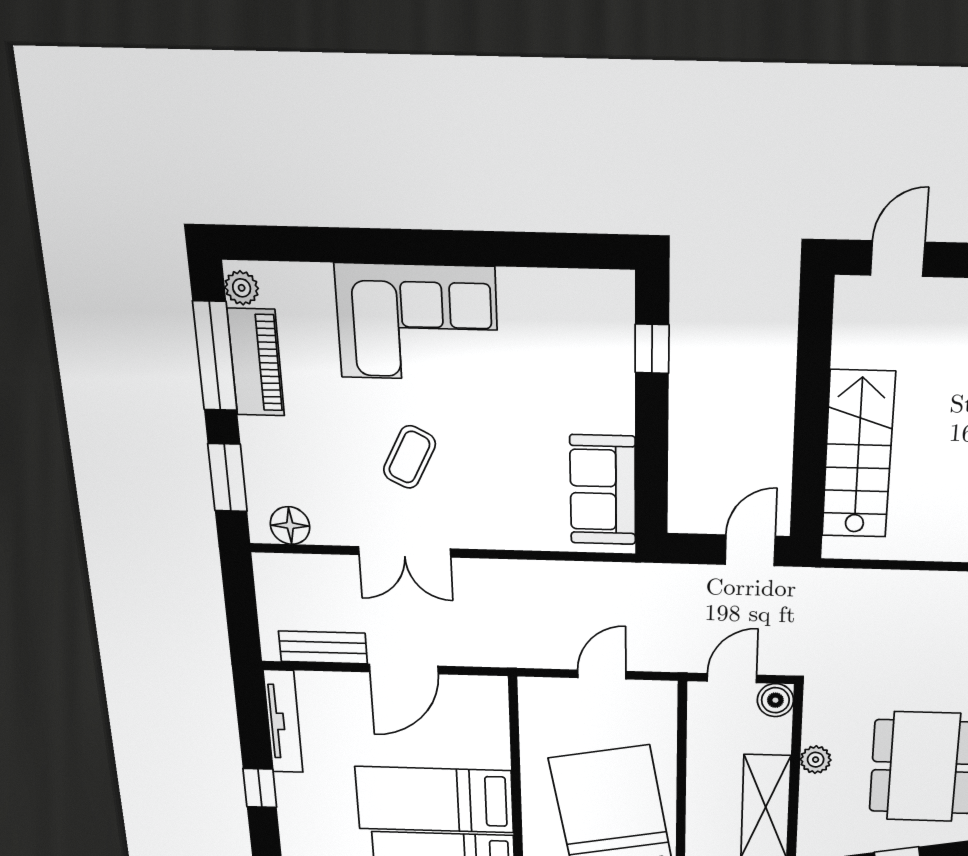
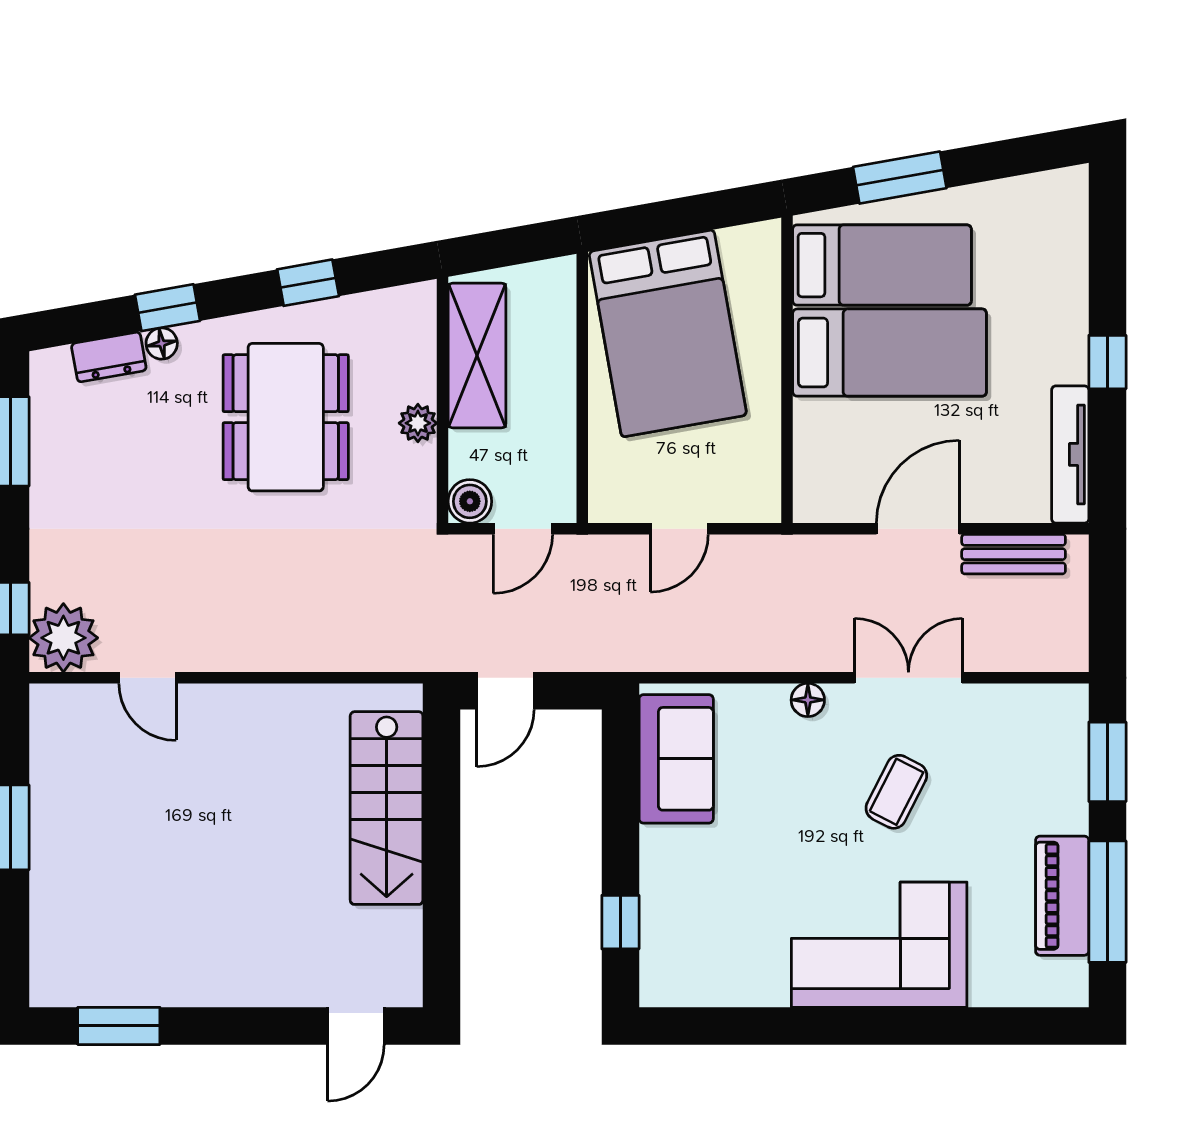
plant: (242, 288) -> (1070, 978), removed
floor lamp: (290, 526) -> (808, 700), moved, width x0.73, depth x0.73

